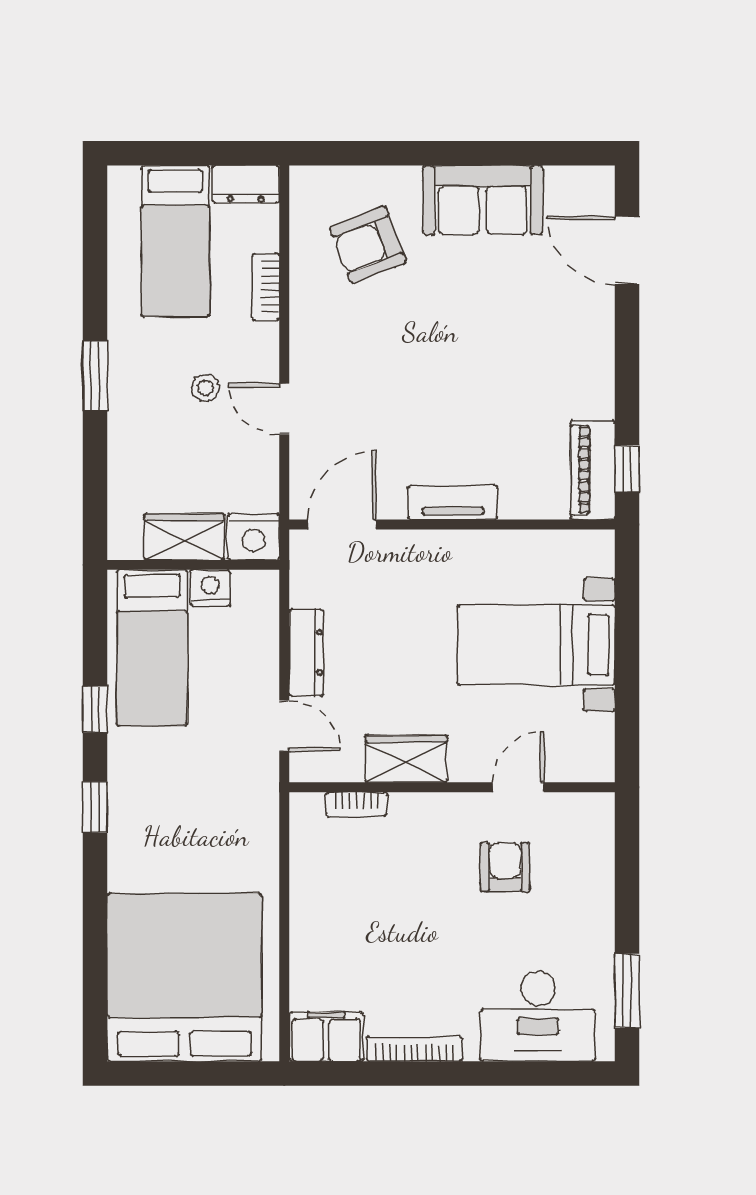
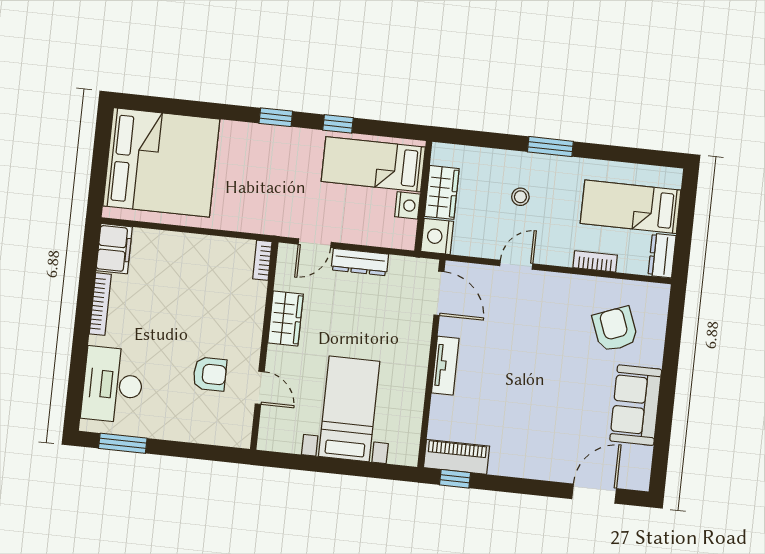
stool: (205, 388) -> (520, 197), moved
bookcase: (357, 804) -> (262, 260), moved

